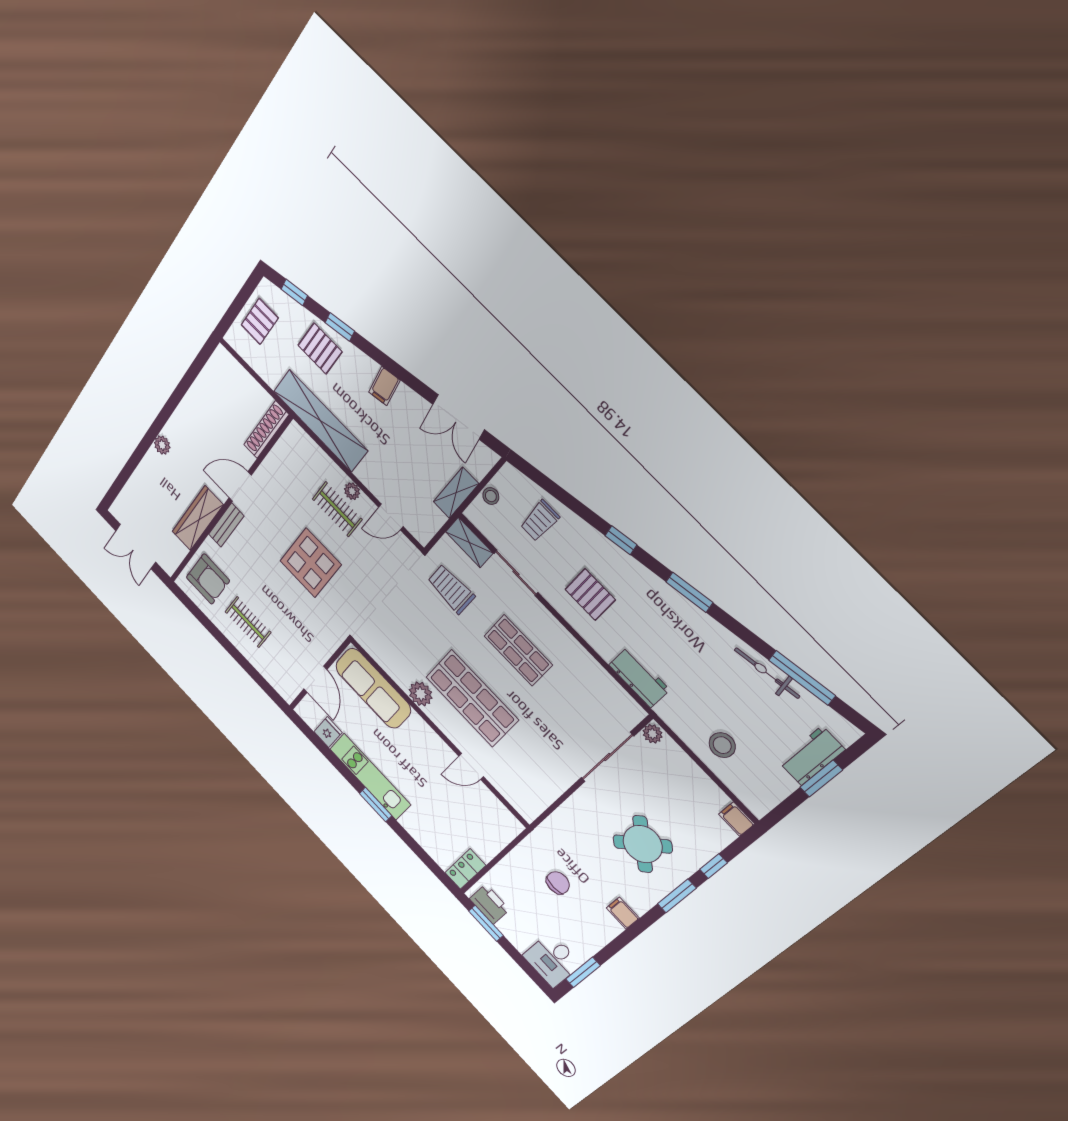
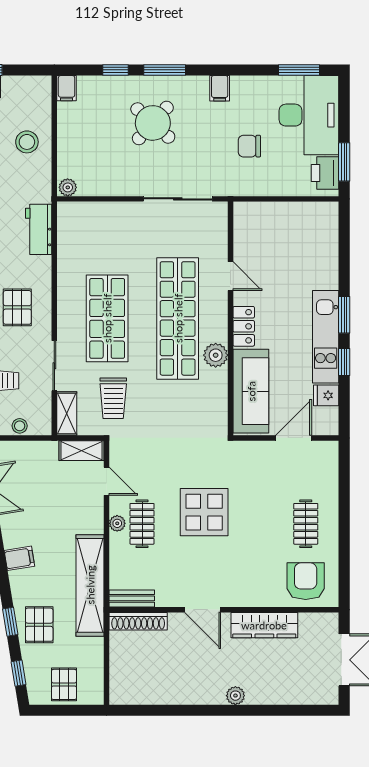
pallet: (260, 321) -> (64, 684), turned 90
shelving: (456, 493) -> (82, 451), moved
bench: (226, 525) -> (132, 598), moved
shop shelf: (518, 650) -> (107, 318), width x1.43, depth x1.36
shop shelf: (472, 698) -> (178, 318), width x1.40
sliding door: (607, 757) -> (178, 199), moved
window: (342, 768) -> (344, 362), added
locker: (465, 869) -> (244, 326), moved, turned -90
desk: (552, 960) -> (309, 115), width x1.87, depth x1.30

